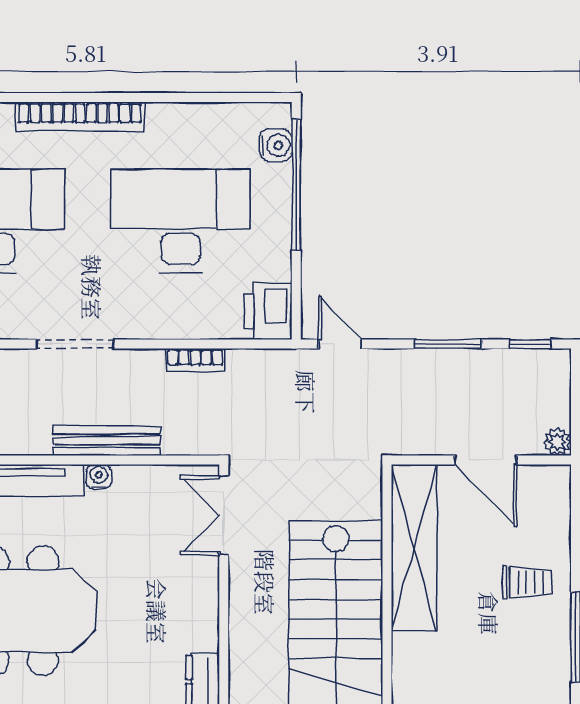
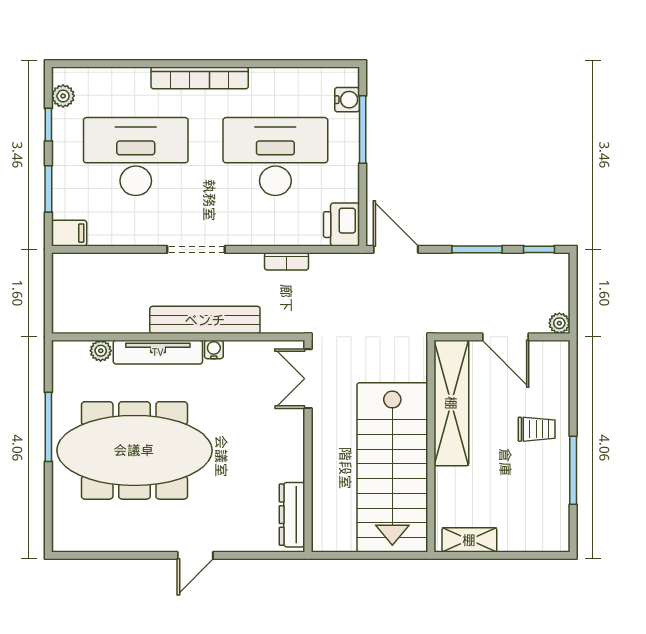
window: (296, 185) -> (363, 130), width x0.68
door: (340, 344) -> (396, 249), width x1.38
bench: (107, 441) -> (205, 320), width x1.37, depth x1.21

